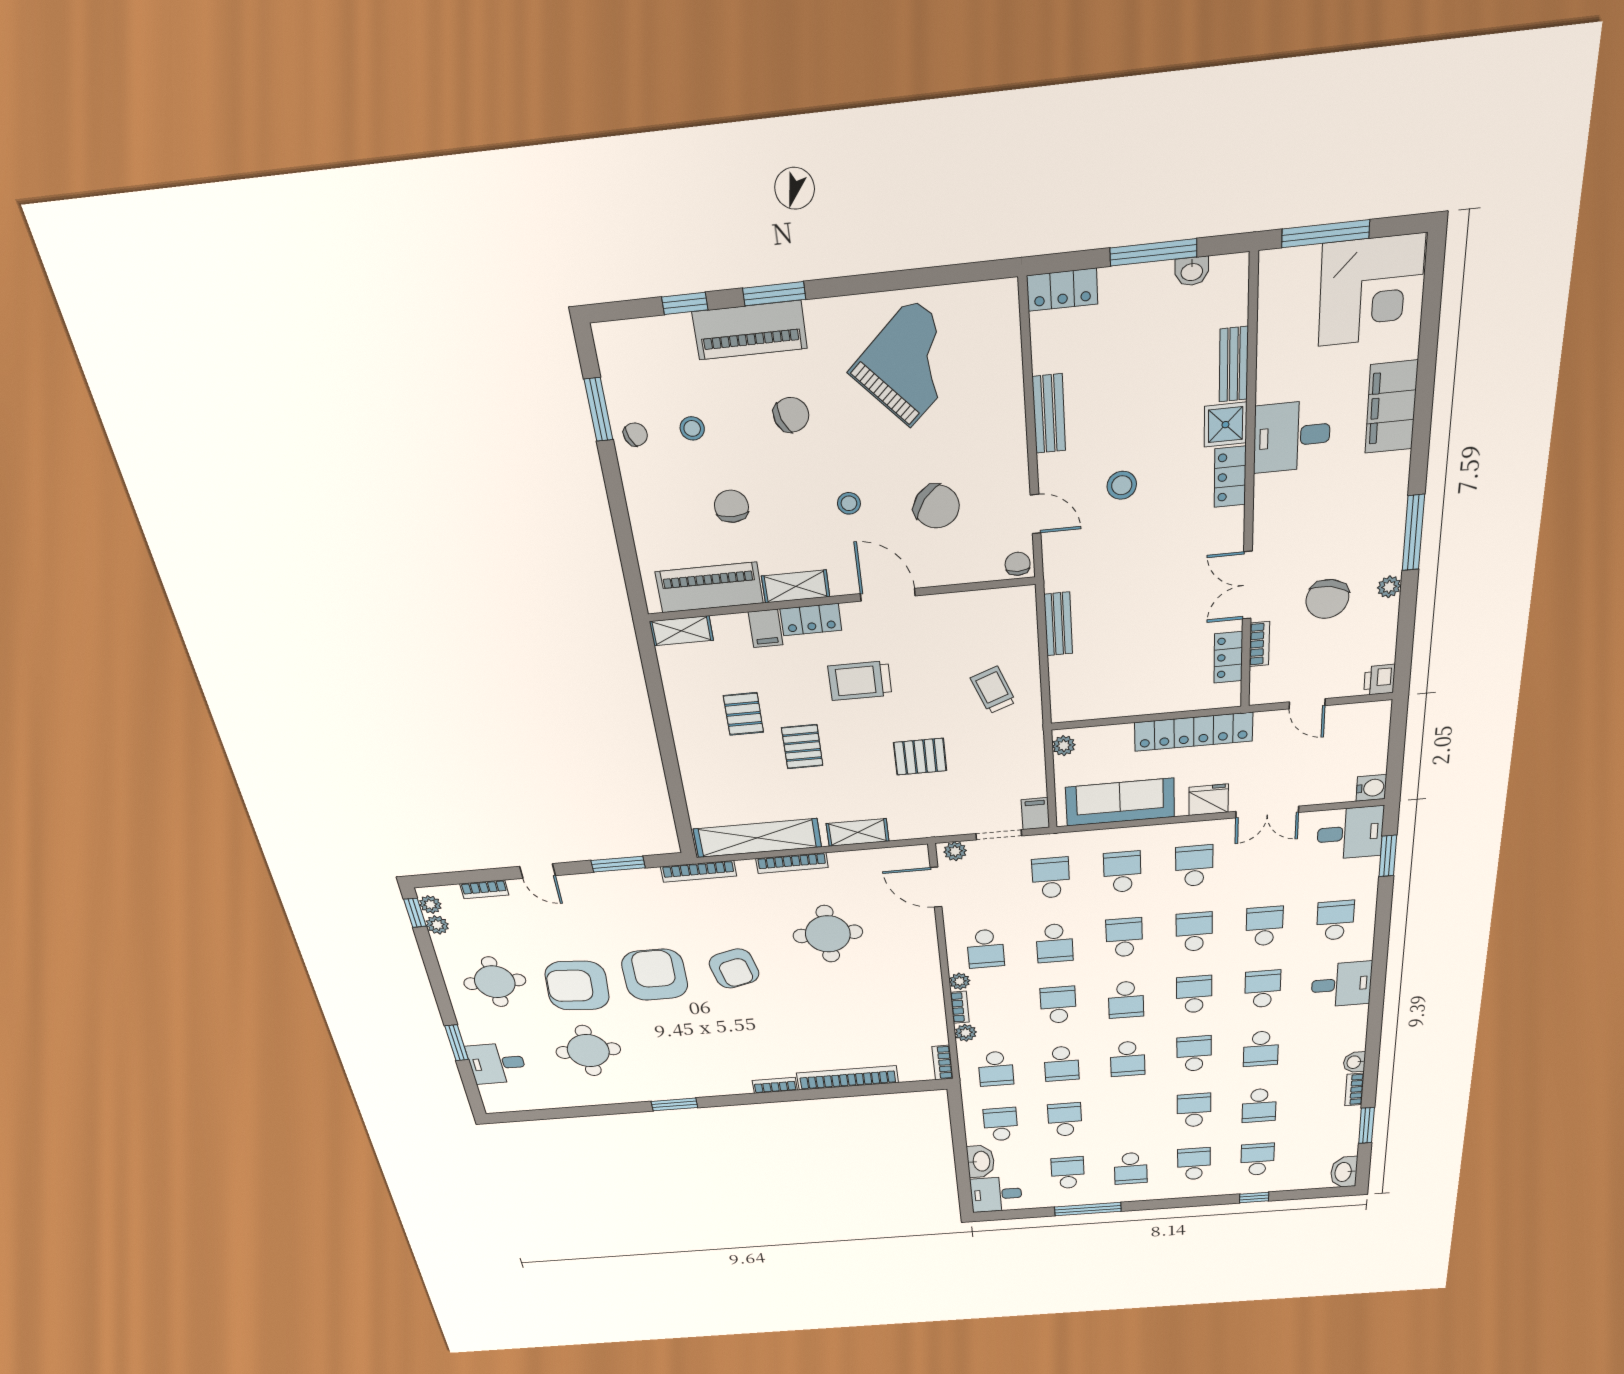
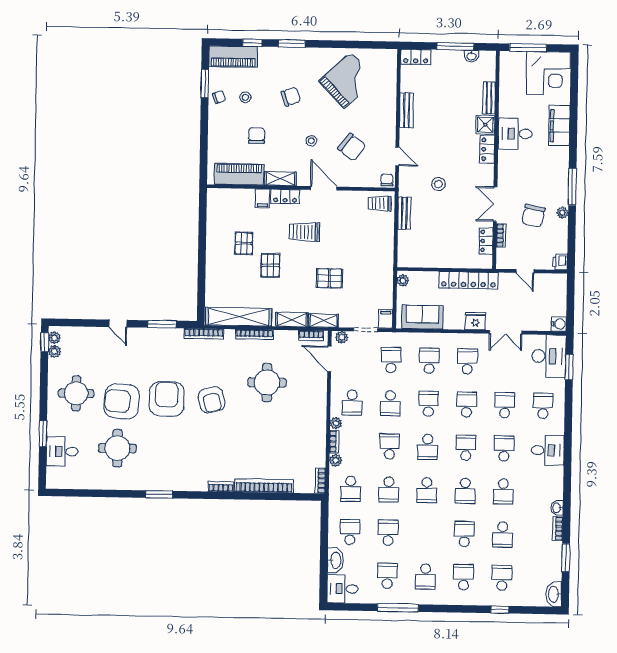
piano: (750, 330) -> (233, 57), moved
stool: (1122, 485) -> (438, 184), moved
shelving: (681, 631) -> (324, 321), moved
trolley: (993, 690) -> (380, 203), moved, turned -69
sofa: (1120, 802) -> (422, 317), width x0.73
desk: (1350, 833) -> (549, 356), width x1.37
bookcase: (484, 889) -> (311, 336), moved
school desk: (1194, 1054) -> (465, 491), turned 180

